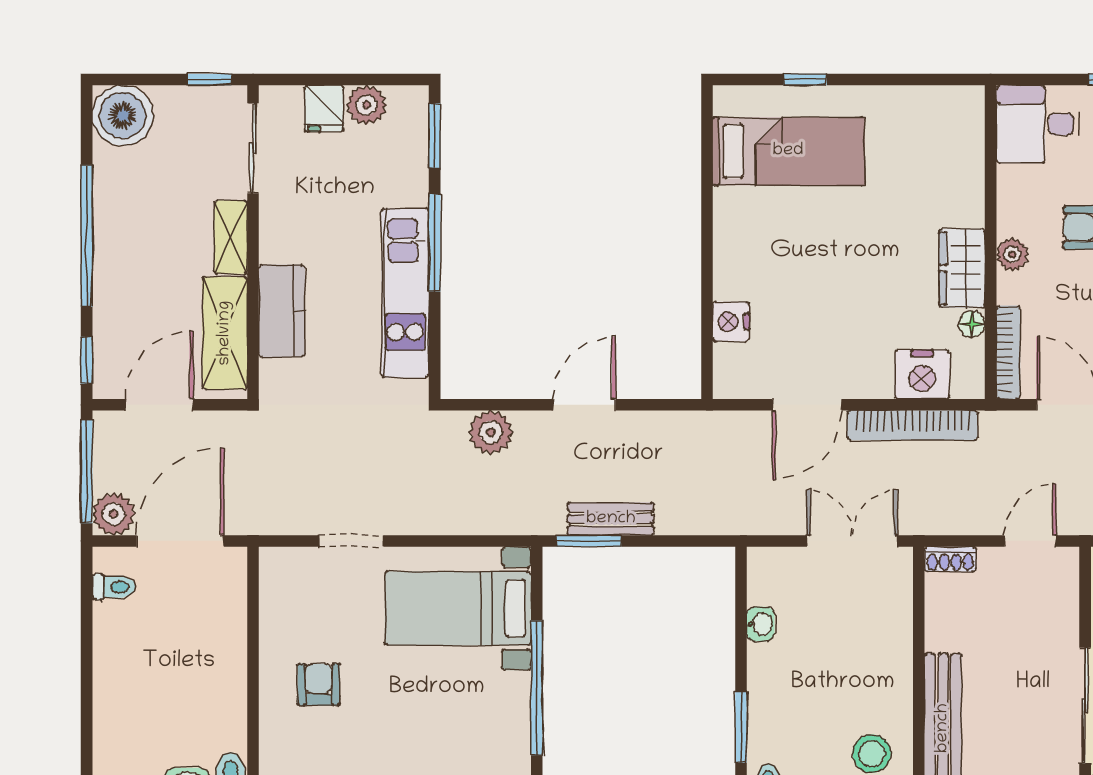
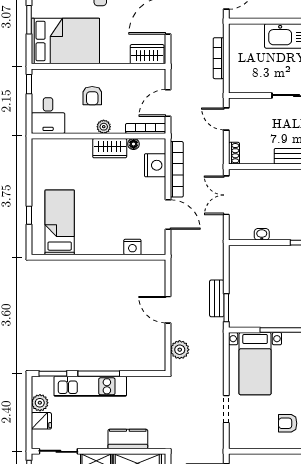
kitchen unit: (405, 293) -> (90, 386), moved

